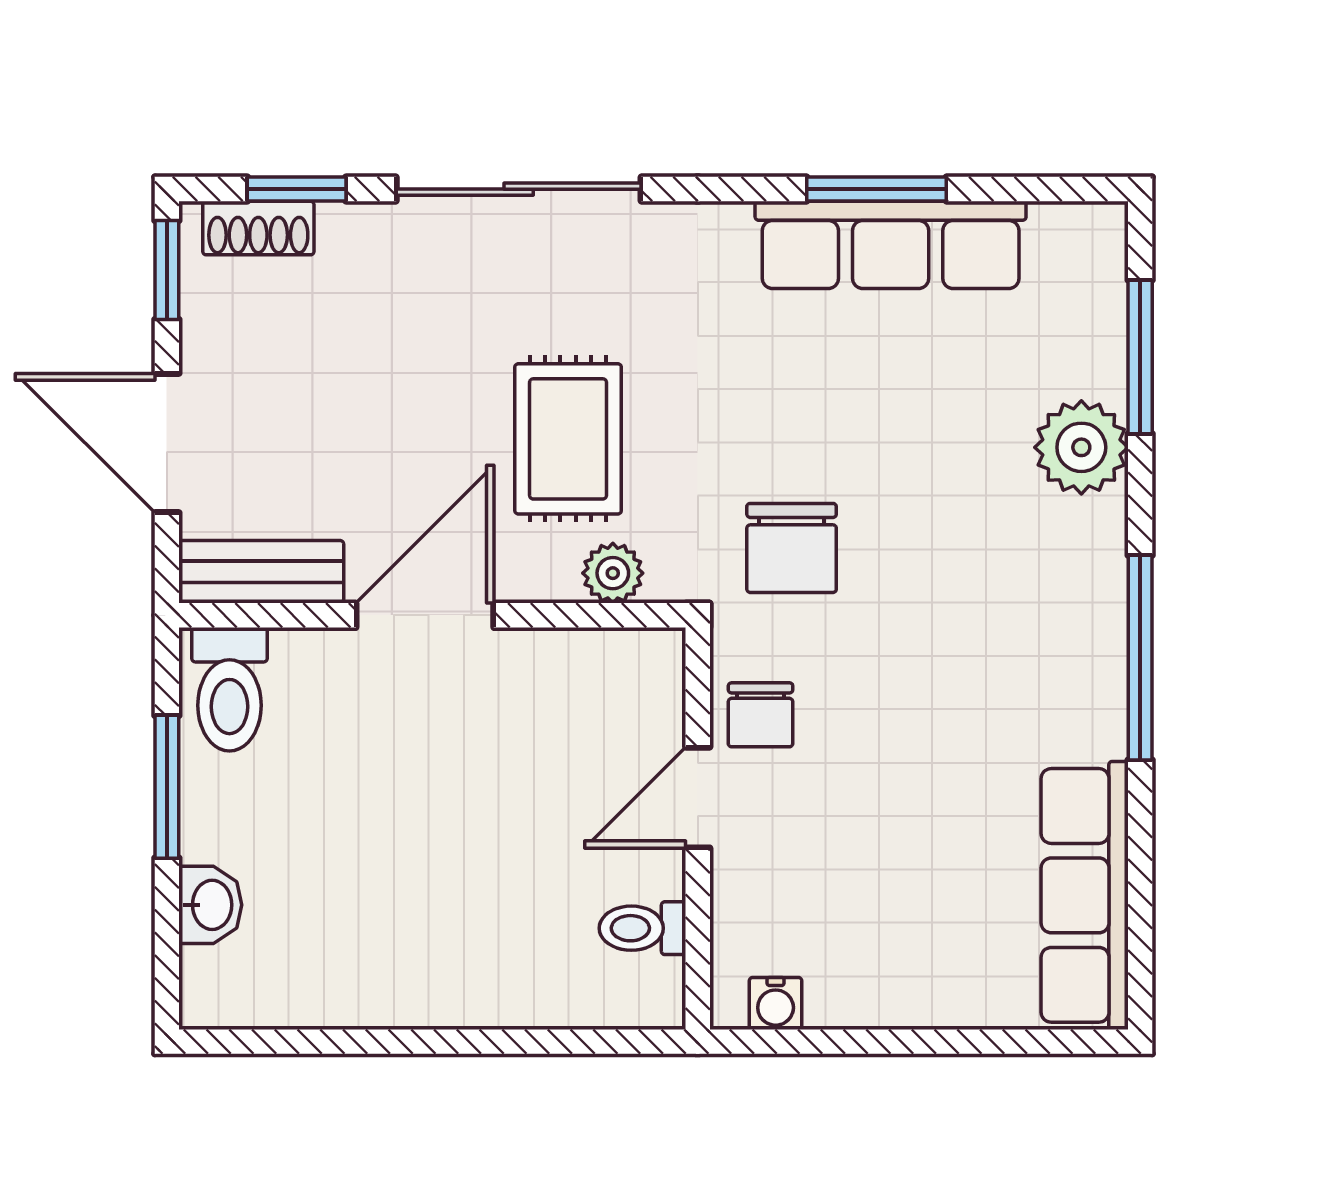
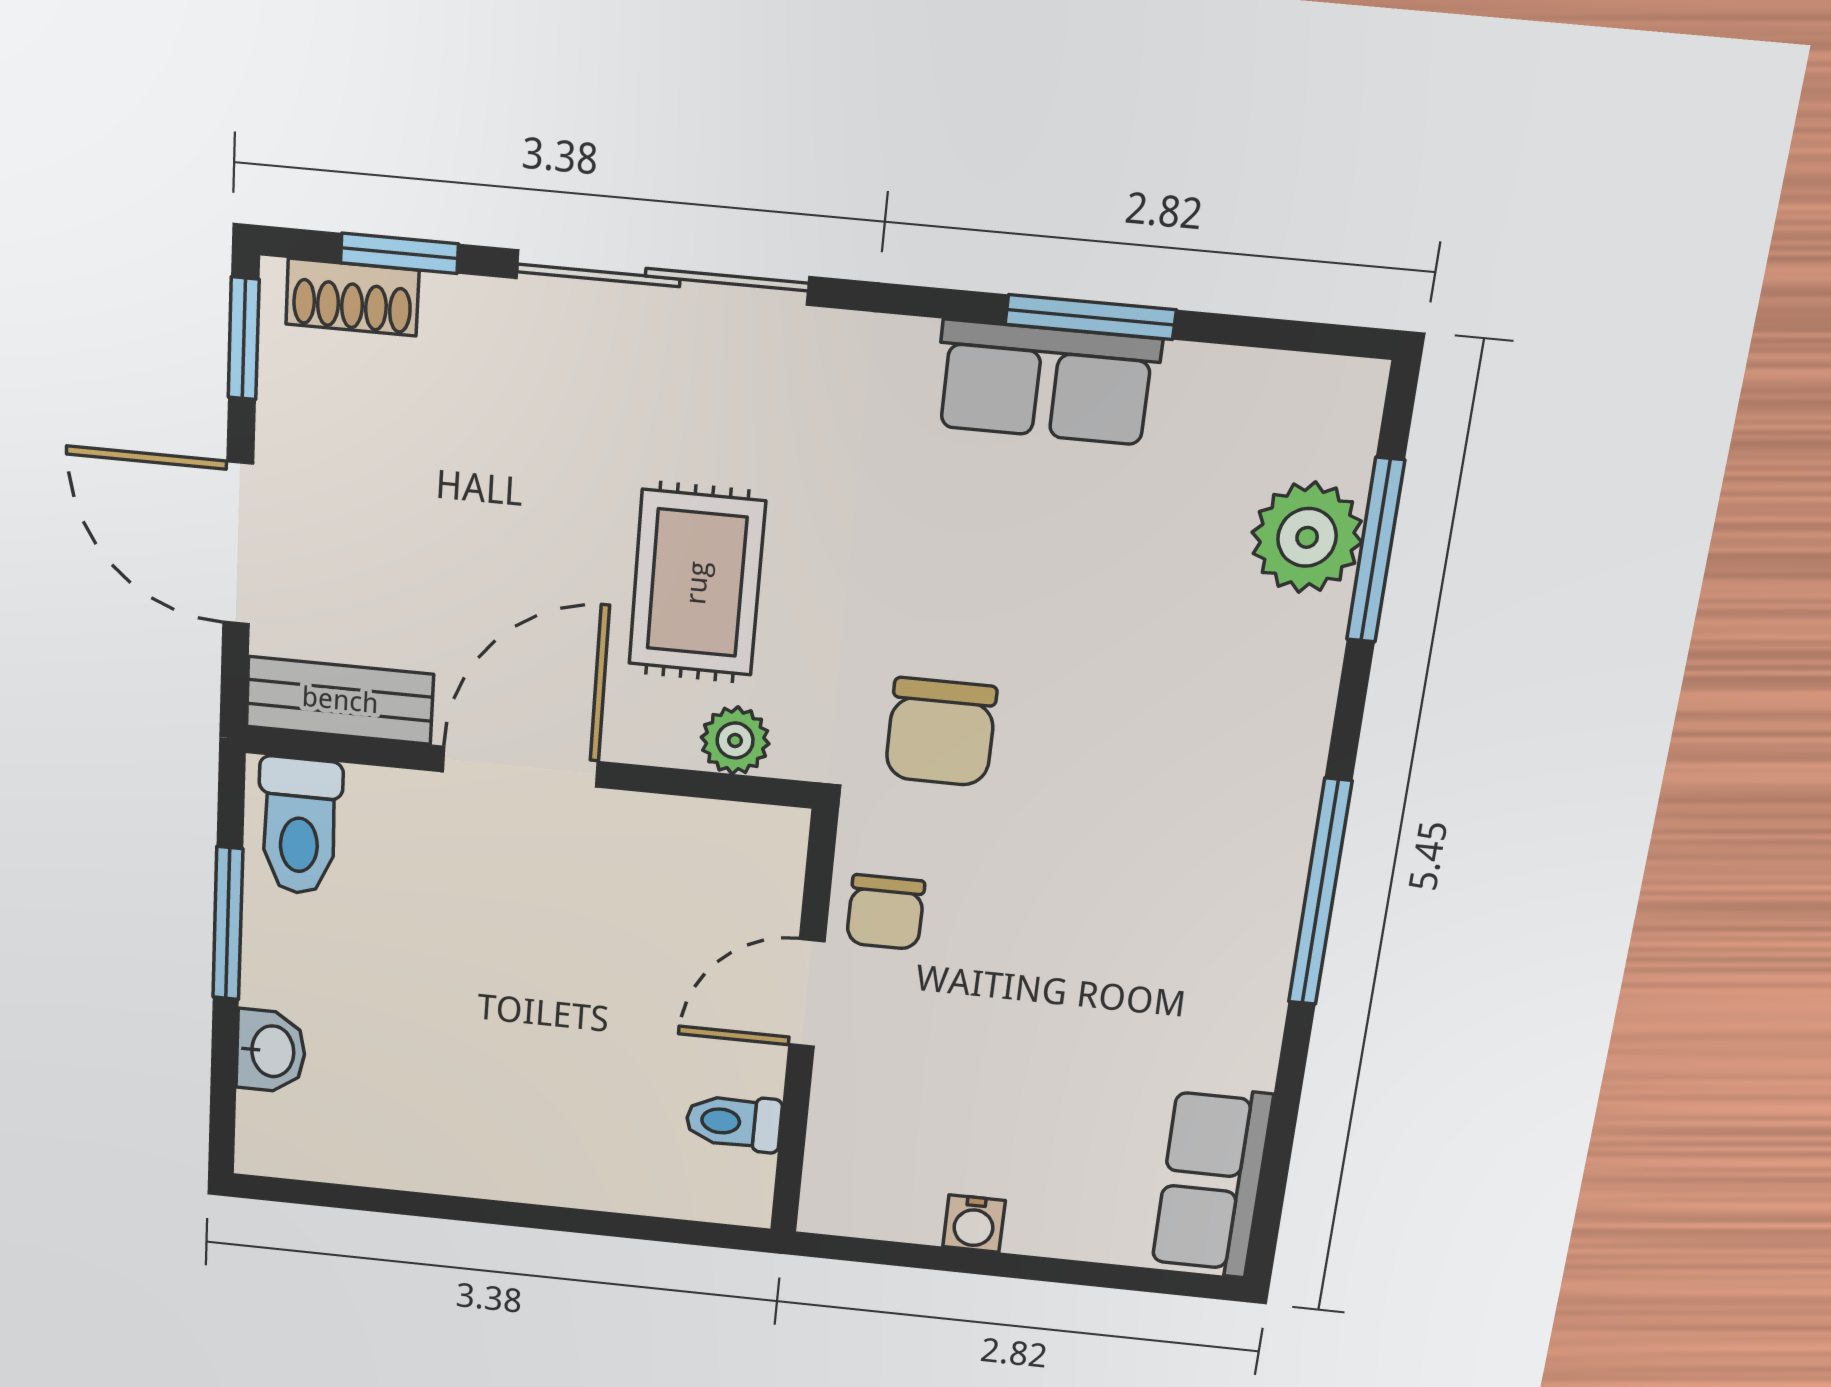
row of seats: (891, 245) -> (1047, 383), width x0.68
plant: (1081, 447) -> (1307, 537), moved
row of seats: (1085, 895) -> (1212, 1182), width x0.68
water cooler: (776, 1003) -> (974, 1224), moved

